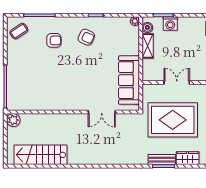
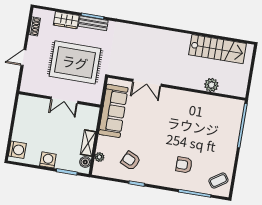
plant: (135, 21) -> (99, 157), moved
washing machine: (170, 24) -> (48, 160), moved
armchair: (86, 37) -> (131, 161), moved
double door: (102, 112) -> (147, 83), swing flipped
plant: (13, 120) -> (211, 85), moved

